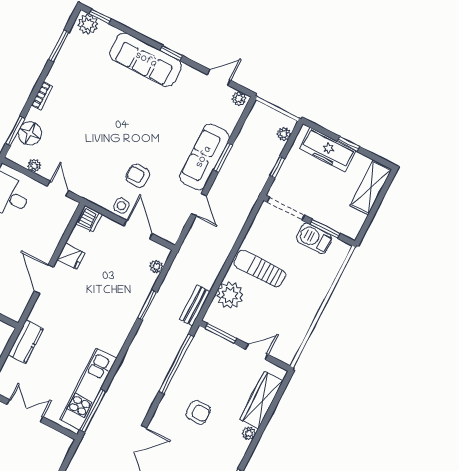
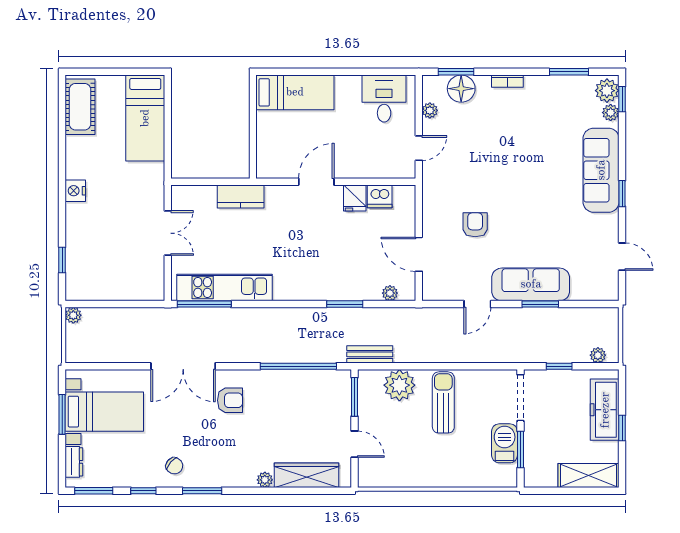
plant: (239, 99) -> (611, 113), moved
side table: (121, 206) -> (435, 224), removed
dishwasher: (89, 219) -> (380, 196), moved
door: (138, 230) -> (419, 254), swing flipped
armchair: (198, 412) -> (230, 400), moved, turned -90

